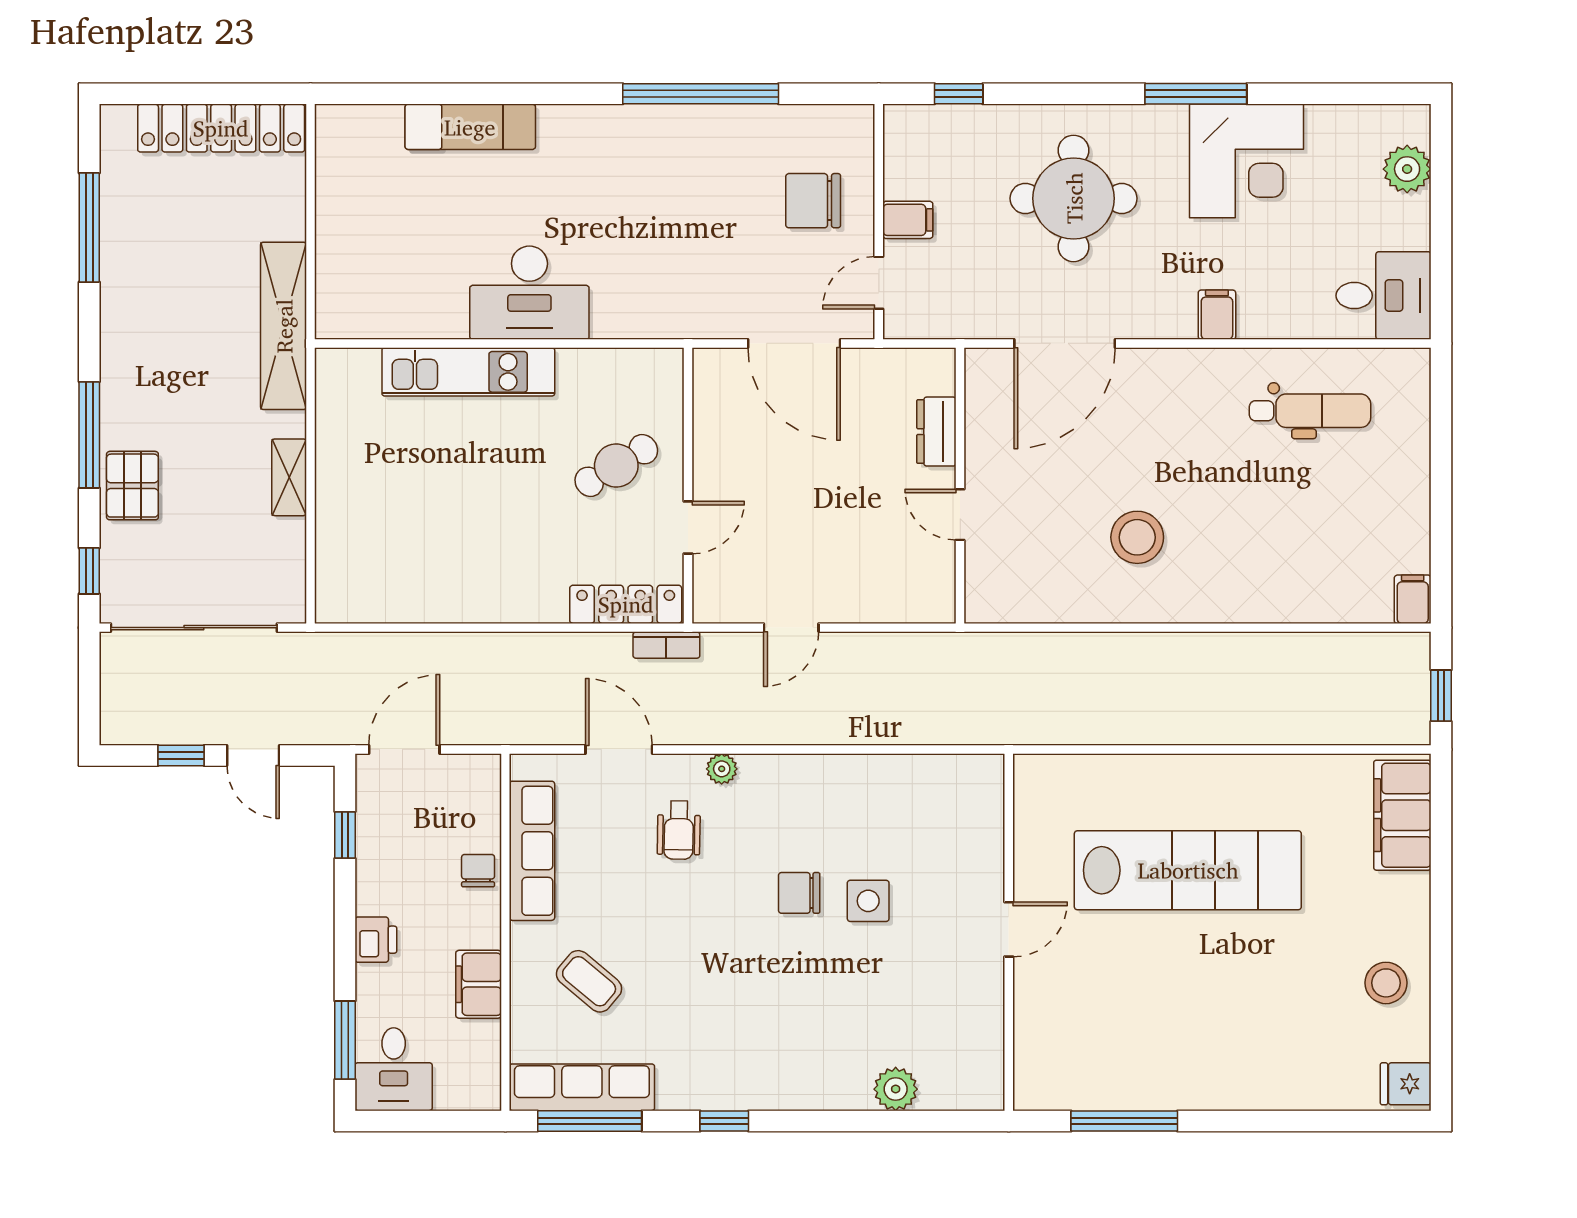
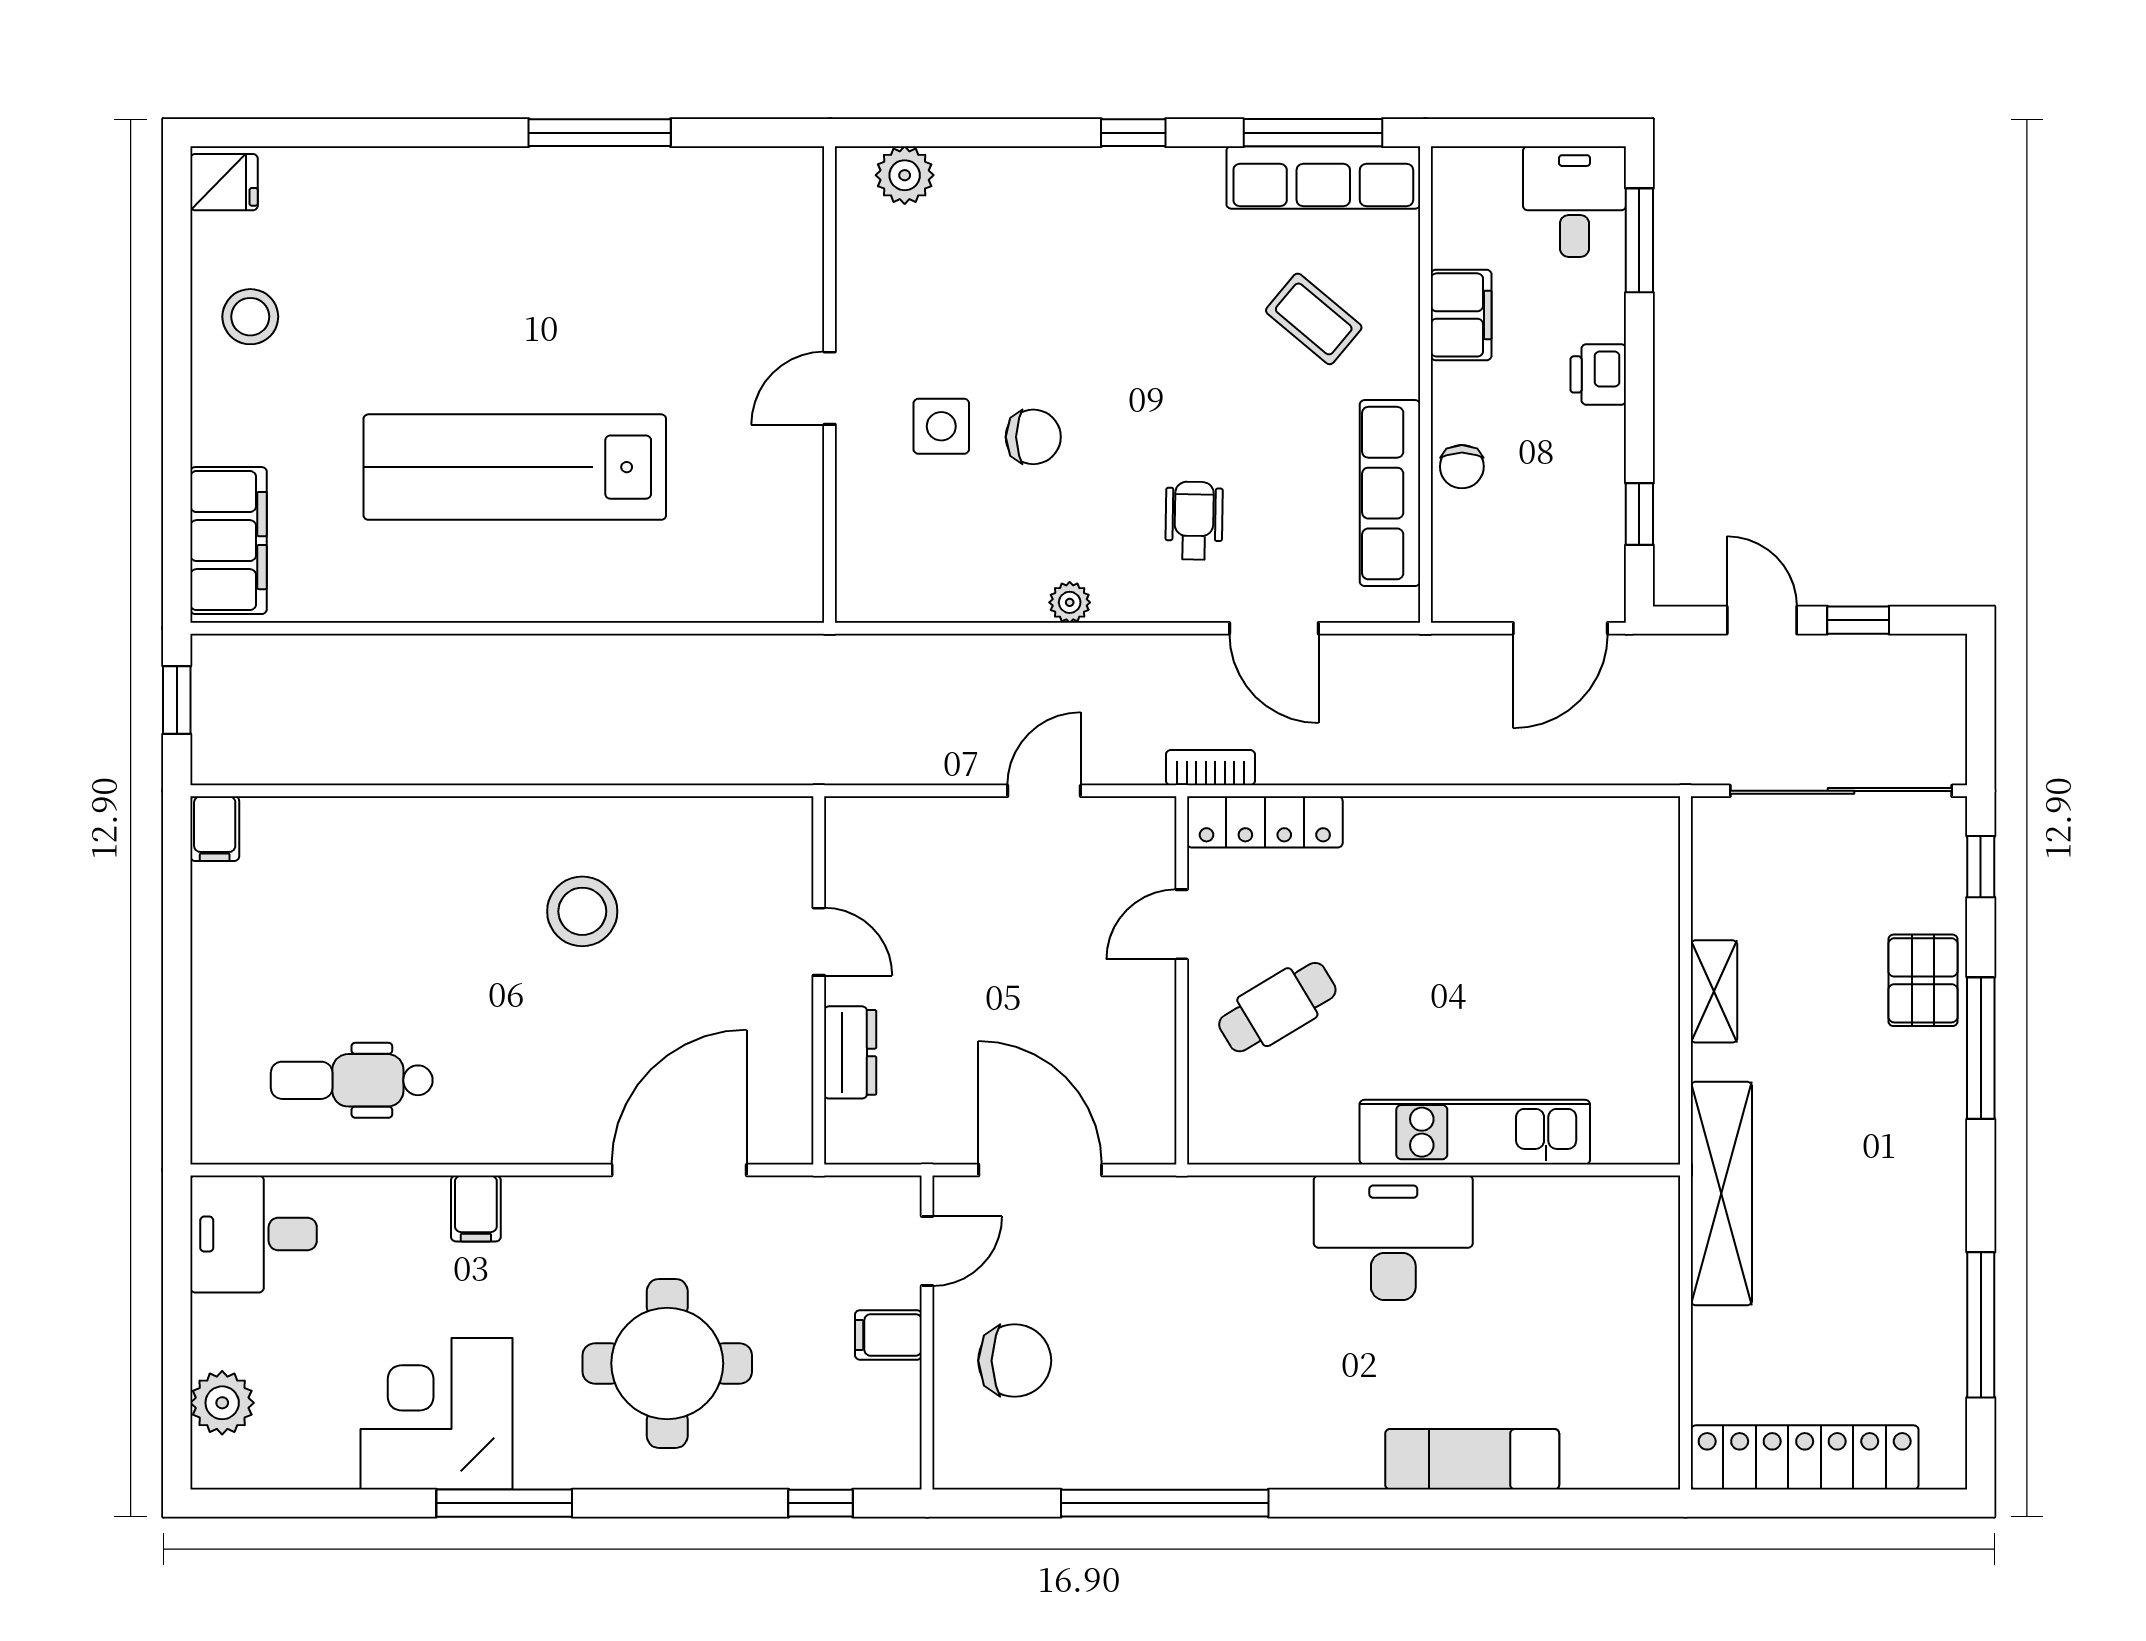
plant: (722, 769) -> (1070, 602), moved
door: (1009, 929) -> (830, 388), moved
wall: (1009, 932) -> (830, 385), moved

